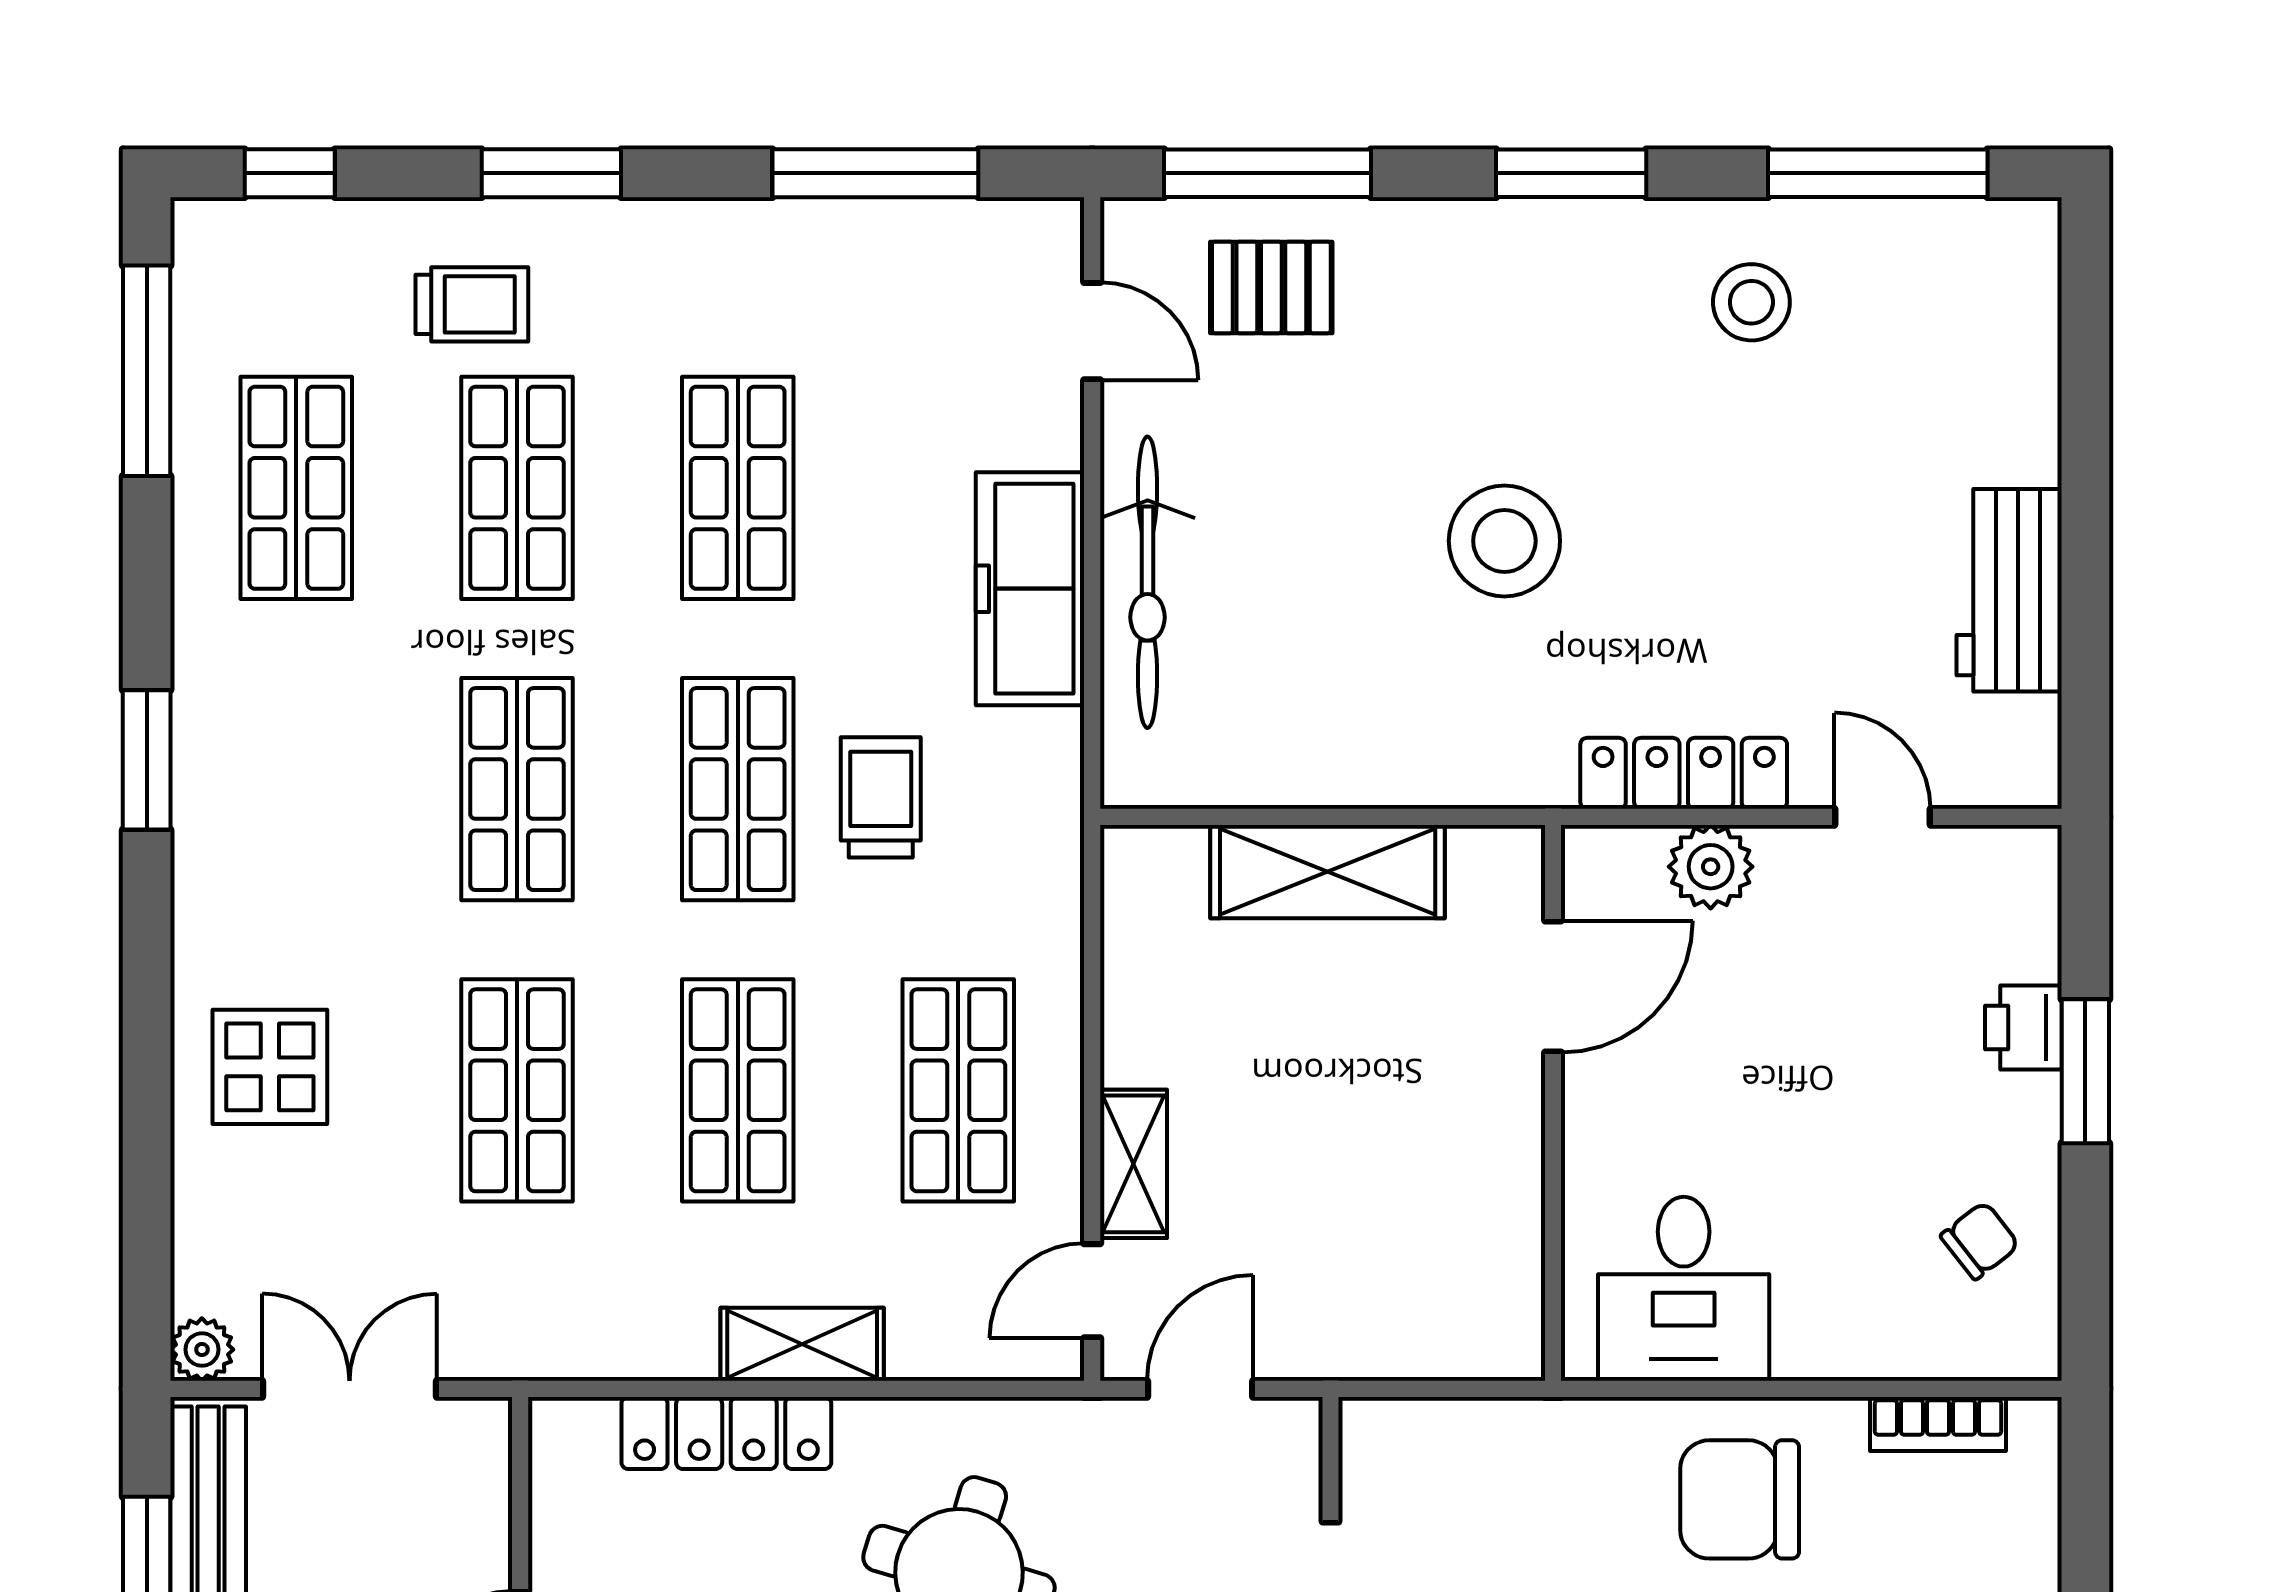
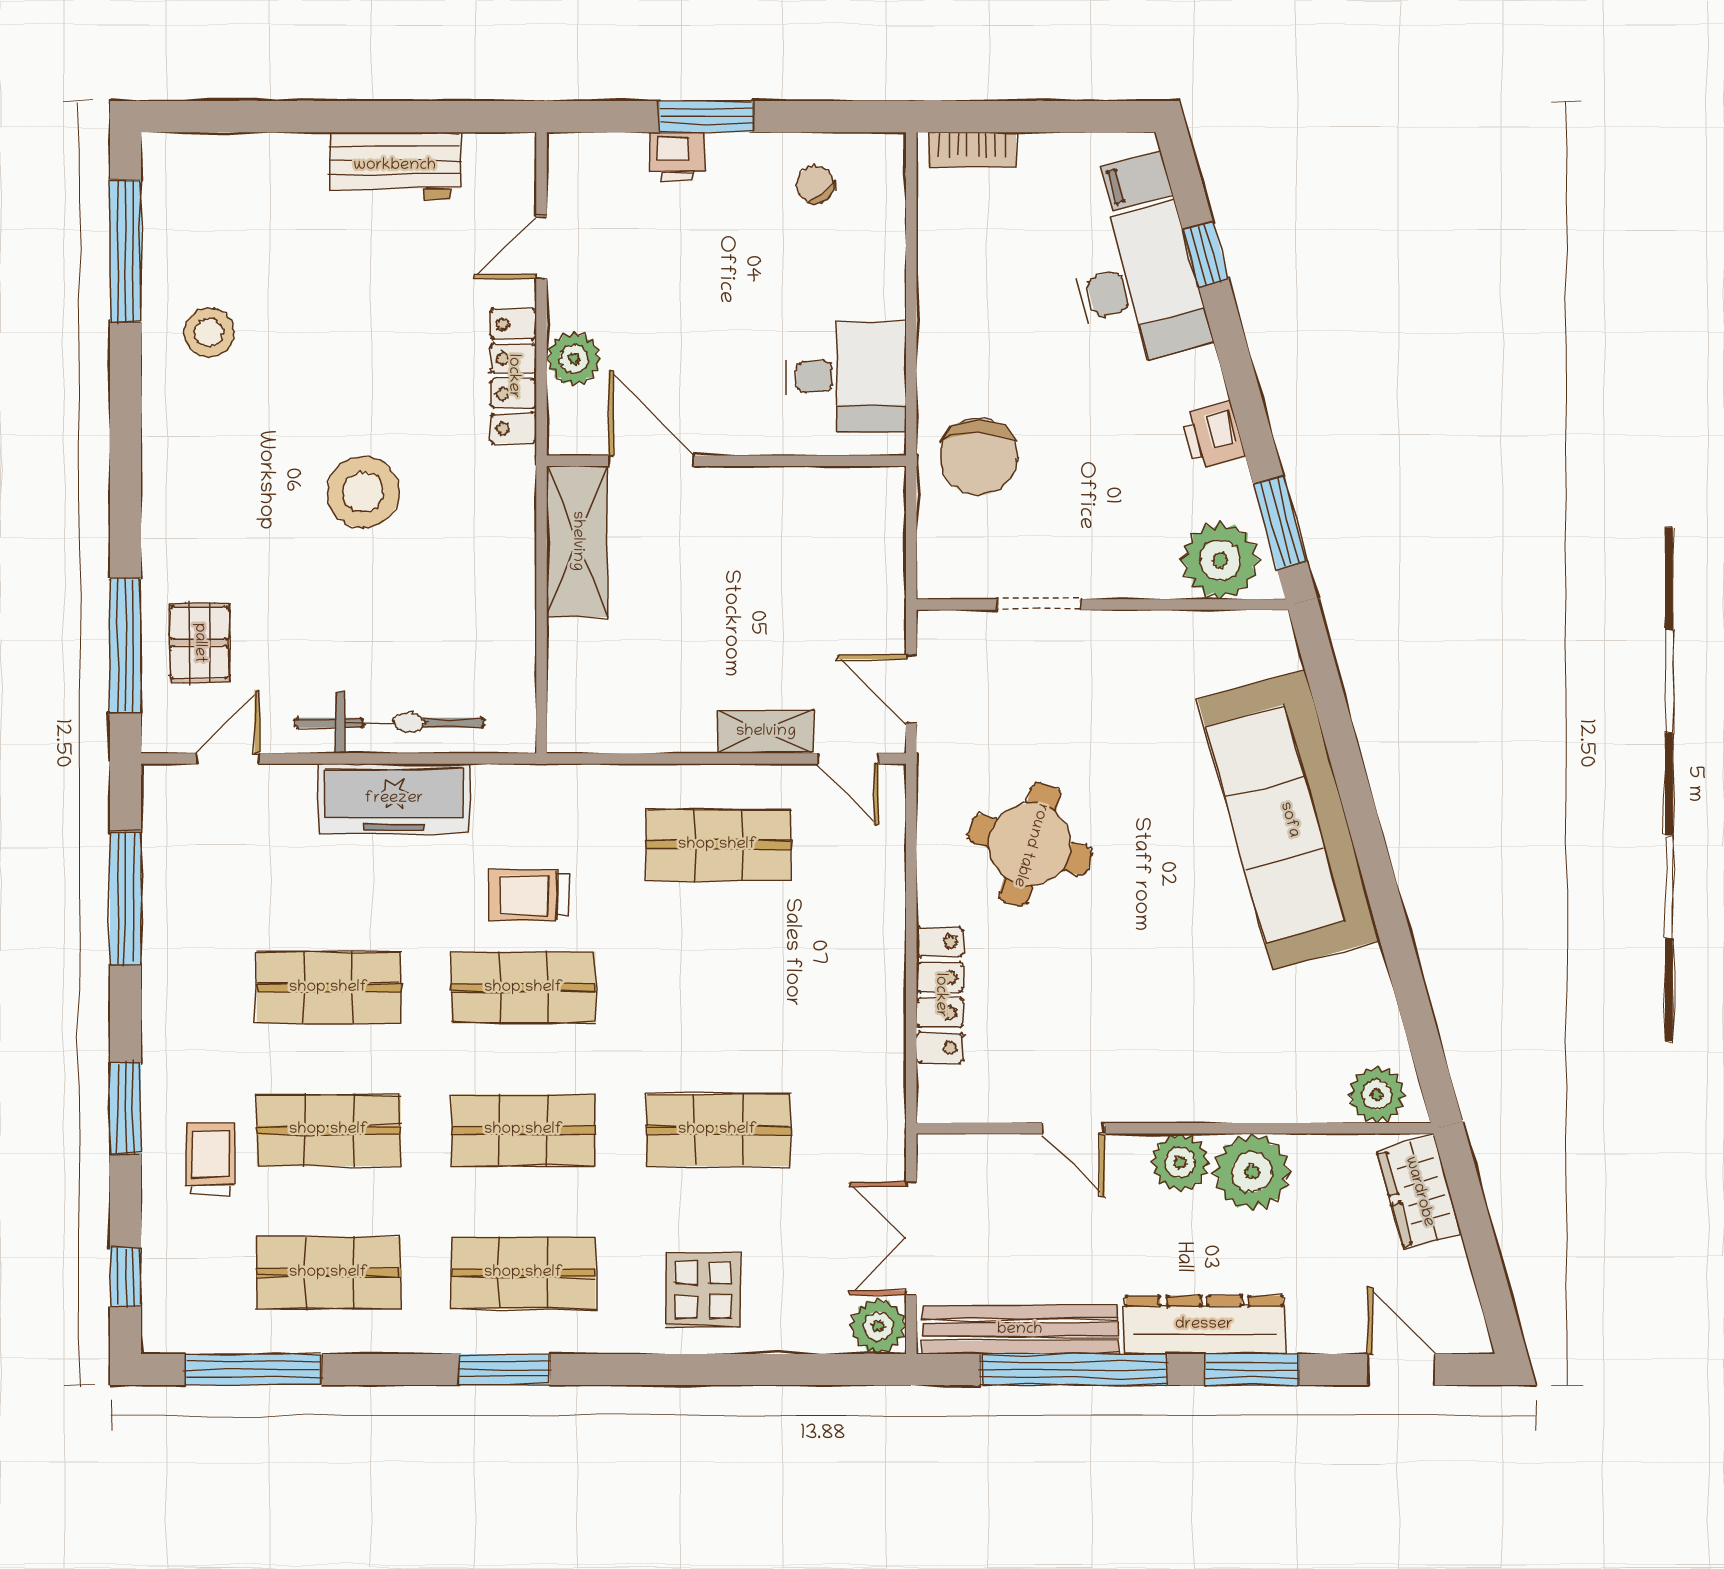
window: (1571, 173) -> (126, 449), removed
shelving: (1328, 872) -> (577, 541), moved
shop shelf: (738, 1090) -> (524, 1273), moved
shelving: (802, 1344) -> (882, 946), removed
plant: (202, 1350) -> (878, 1326), width x1.38, depth x1.38
bookcase: (1938, 1424) -> (972, 150), moved, turned 90
chair: (1740, 1499) -> (979, 457), moved

